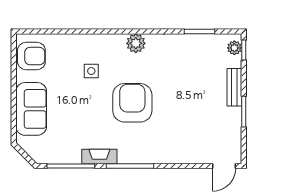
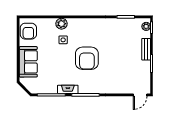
plant: (136, 43) -> (62, 24), moved
armchair: (31, 56) -> (28, 31), turned 90
armchair: (132, 103) -> (87, 58), turned 180

